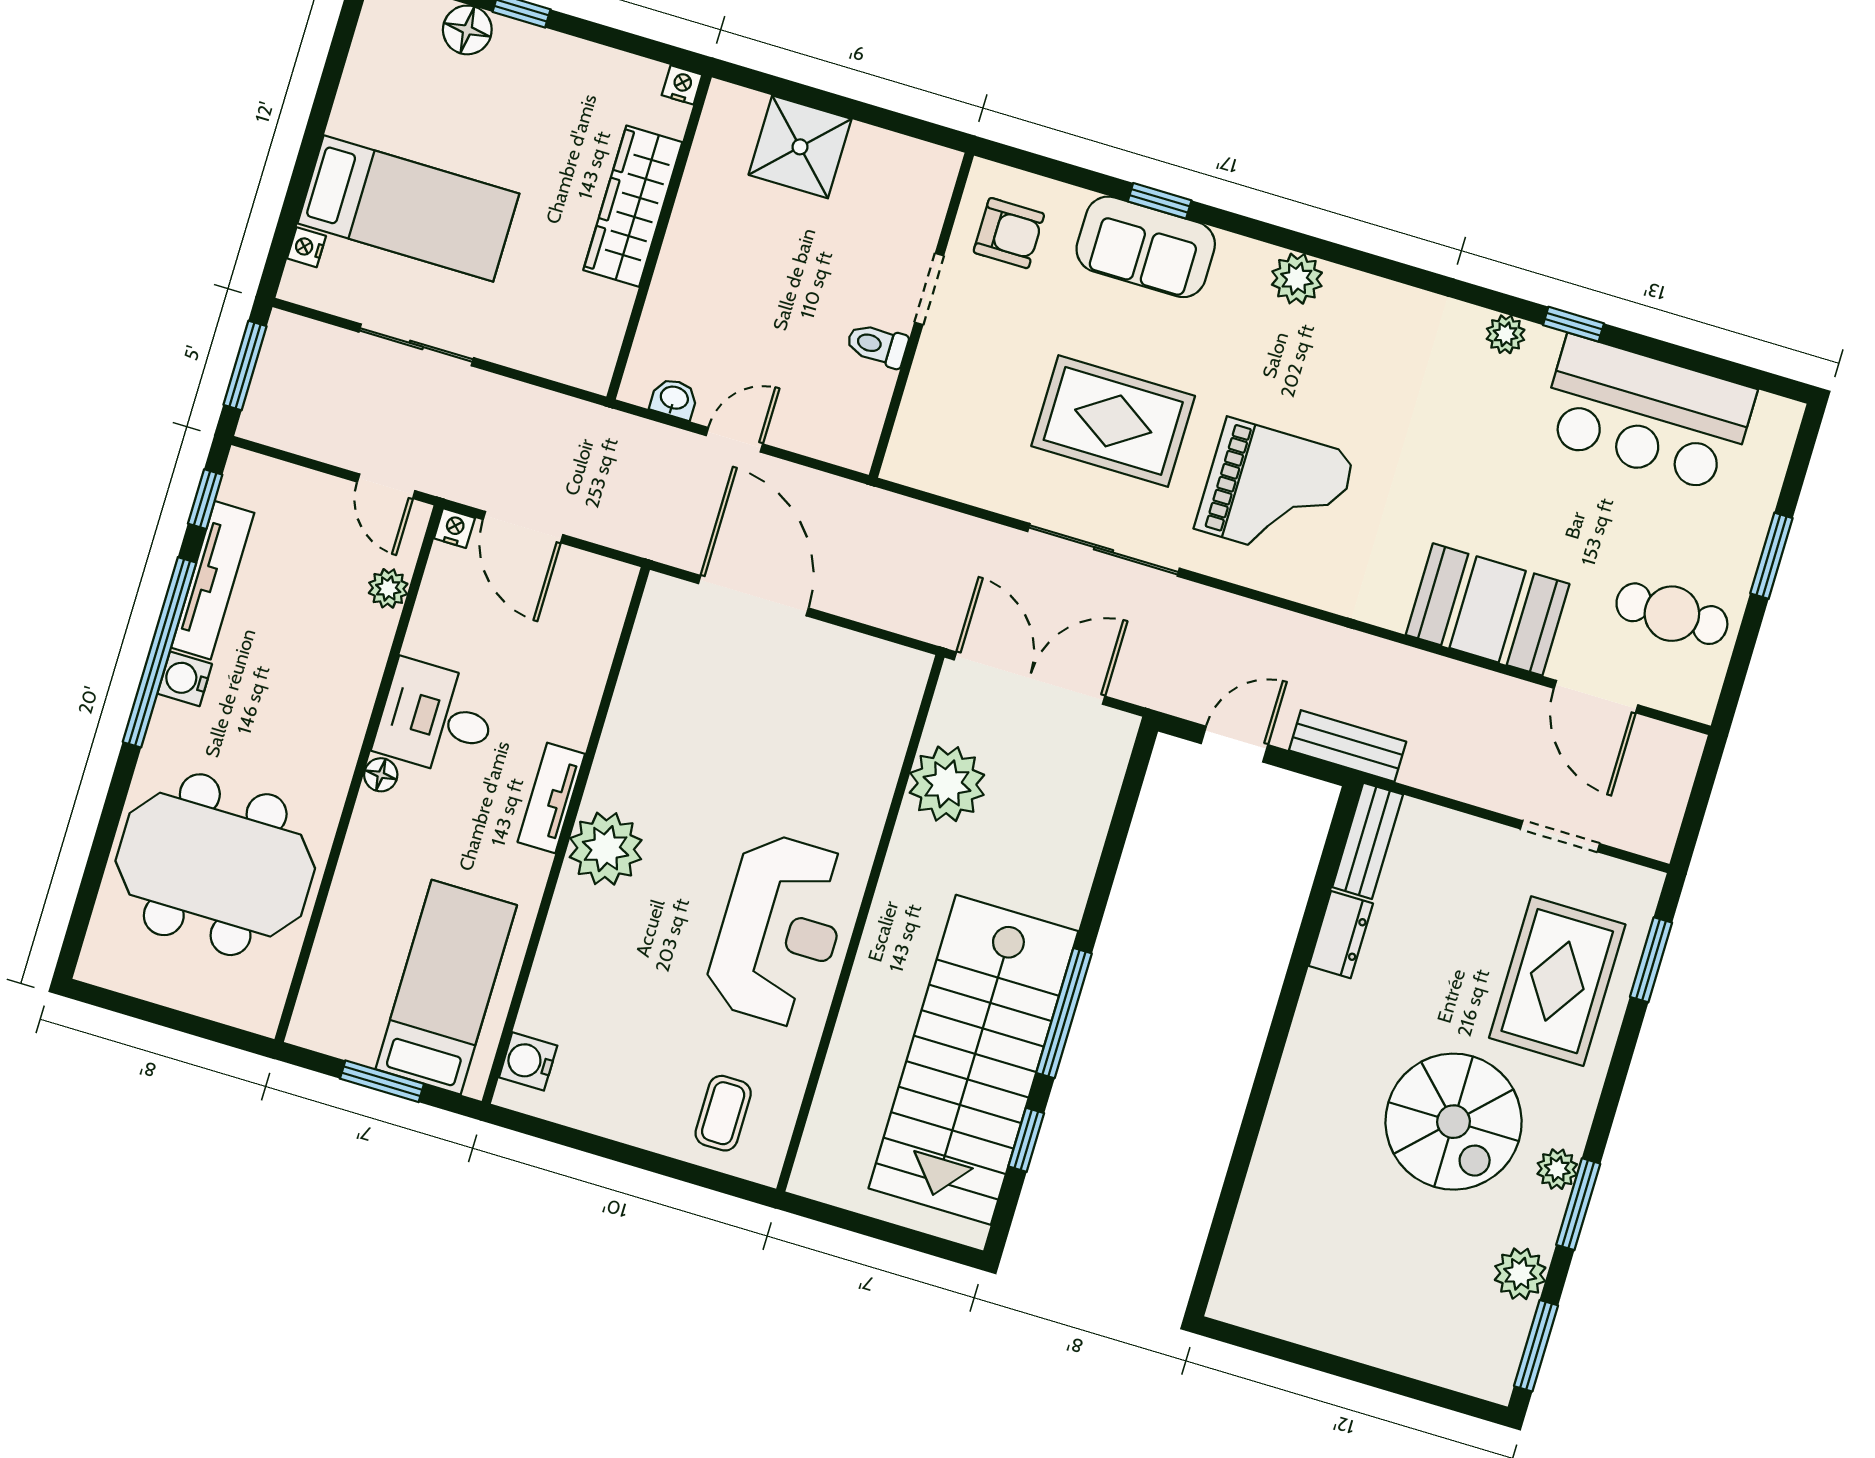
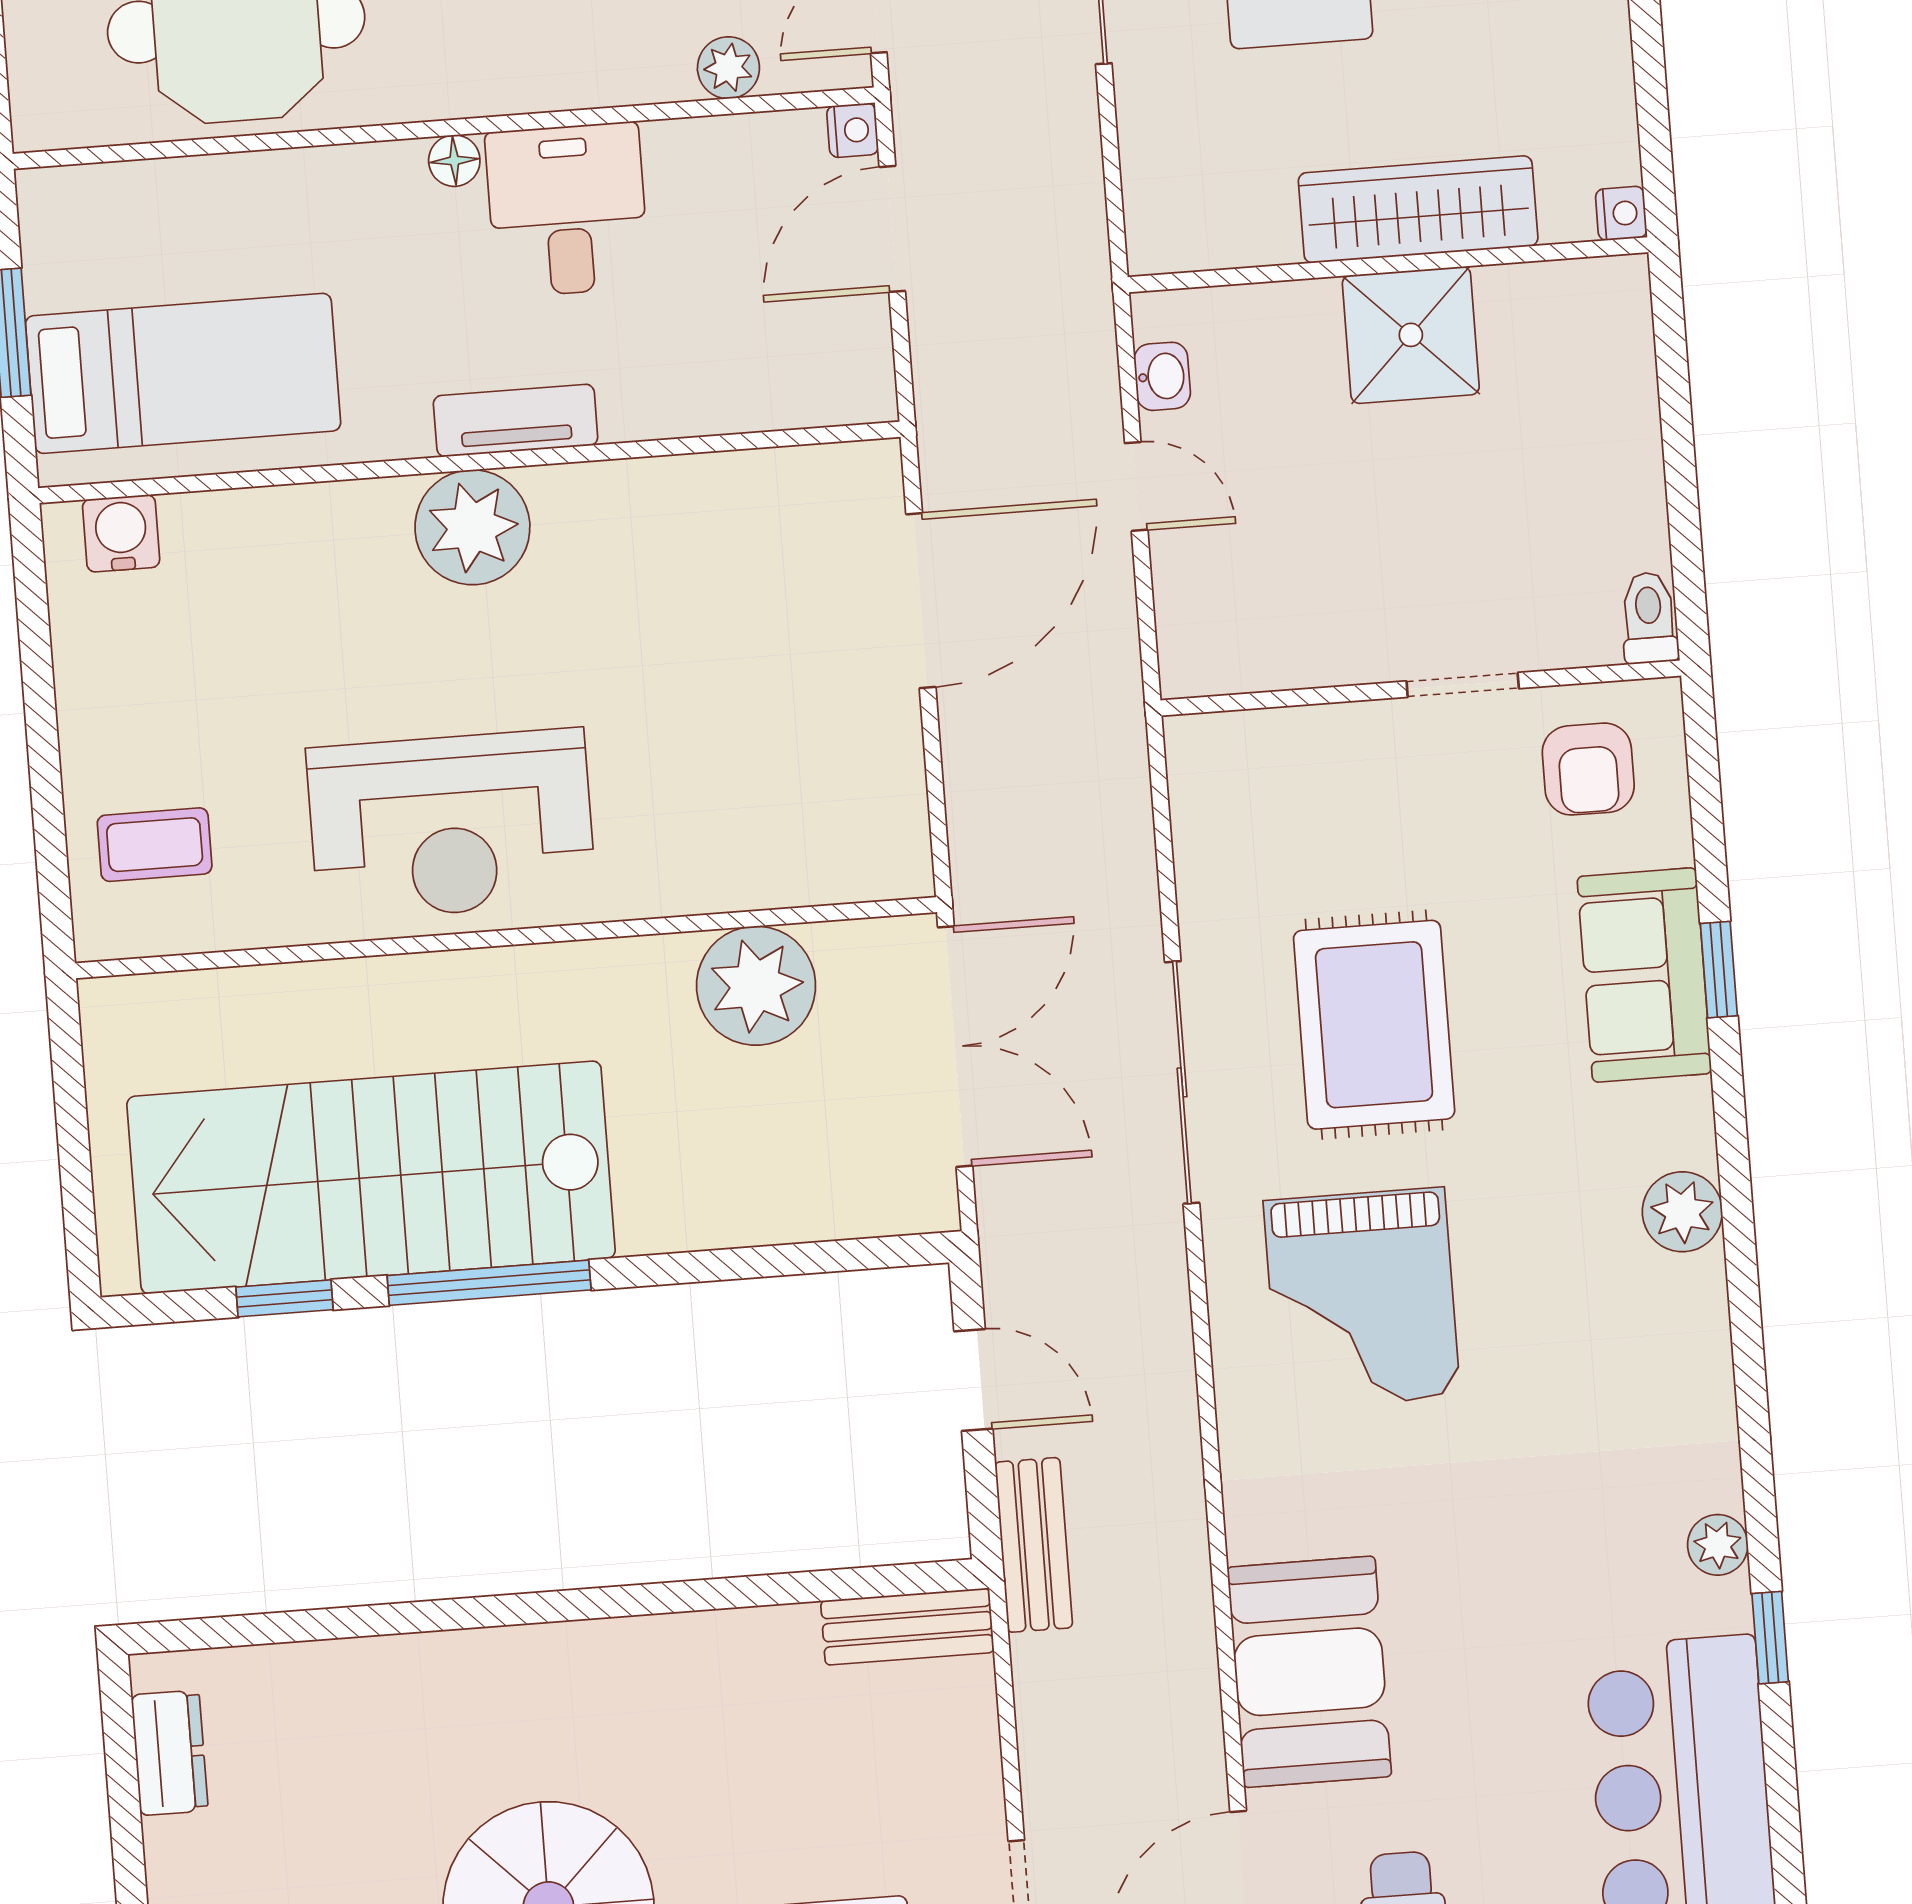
shower: (800, 147) -> (1411, 335), moved
toilet: (877, 345) -> (1649, 618), moved
dresser: (1341, 935) -> (170, 1753), moved, turned -90

